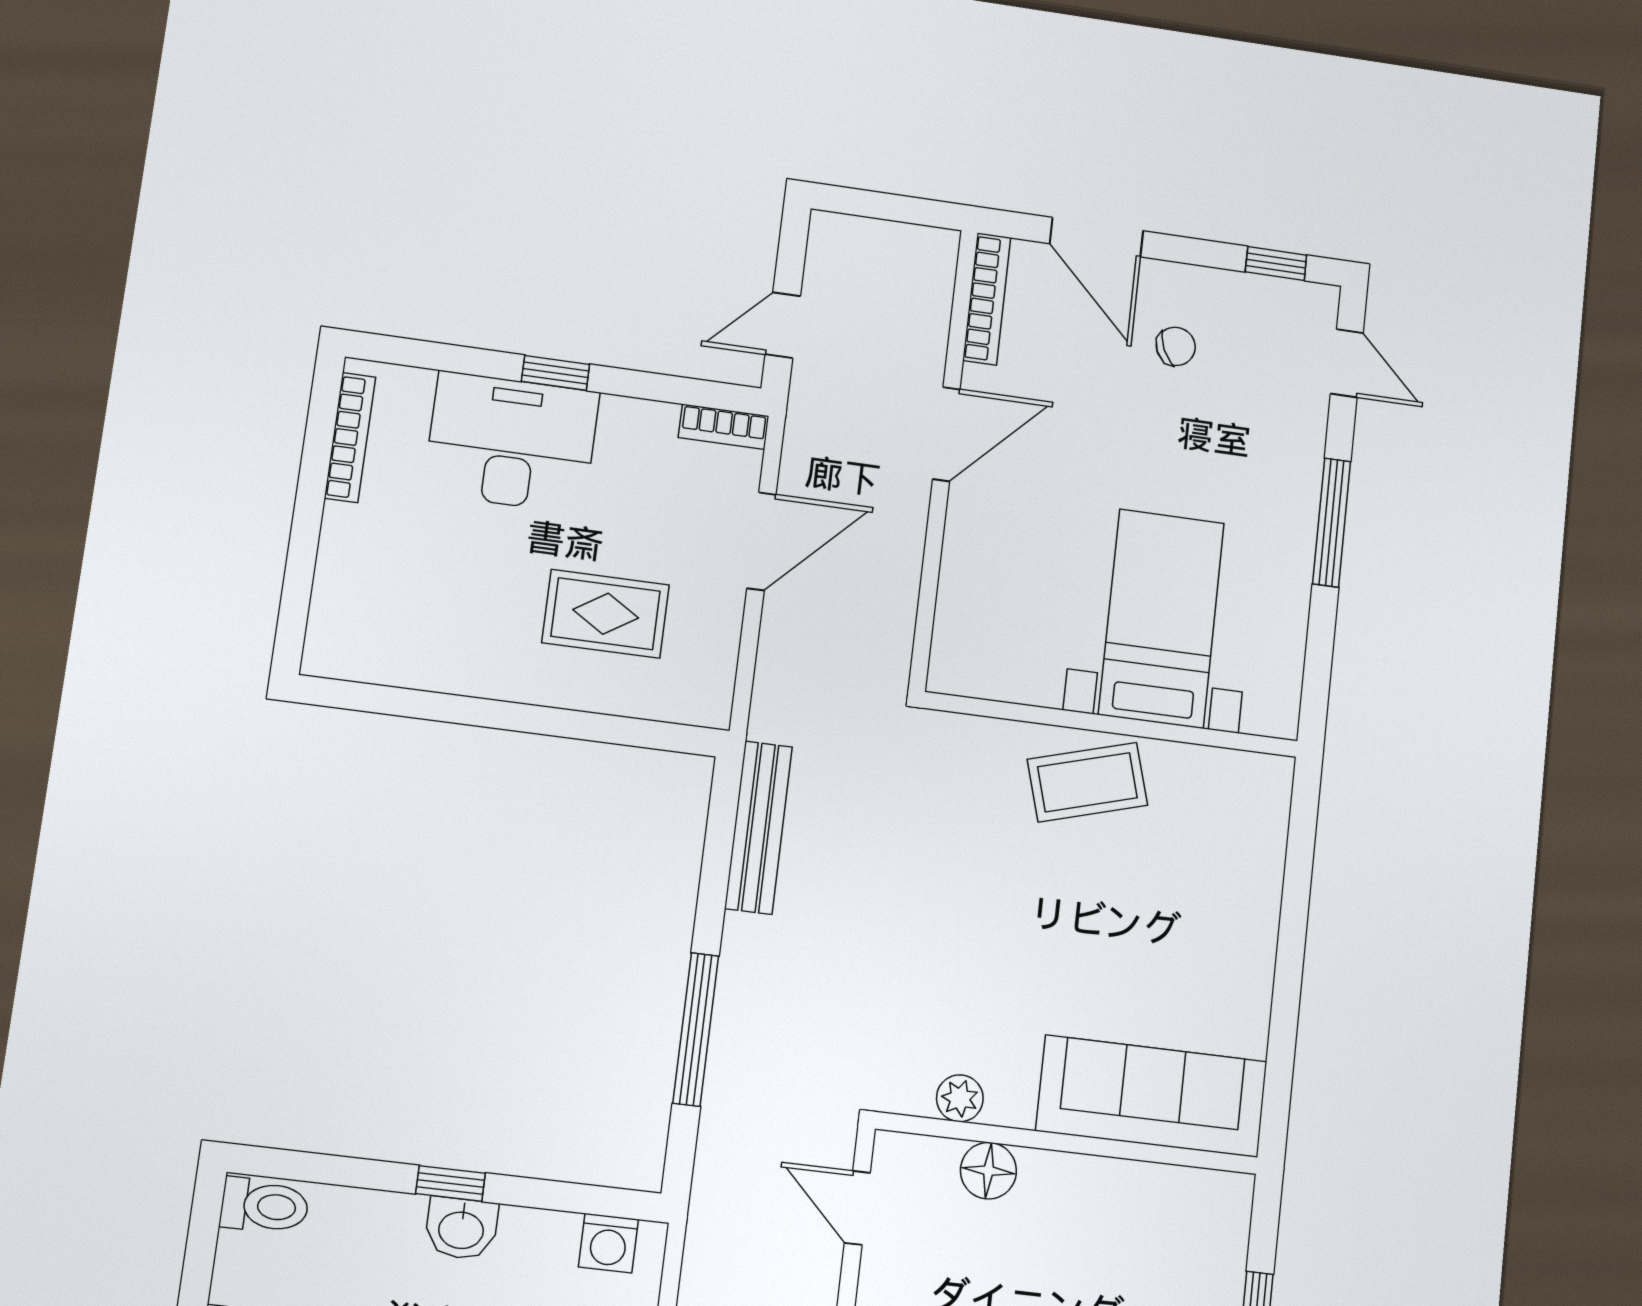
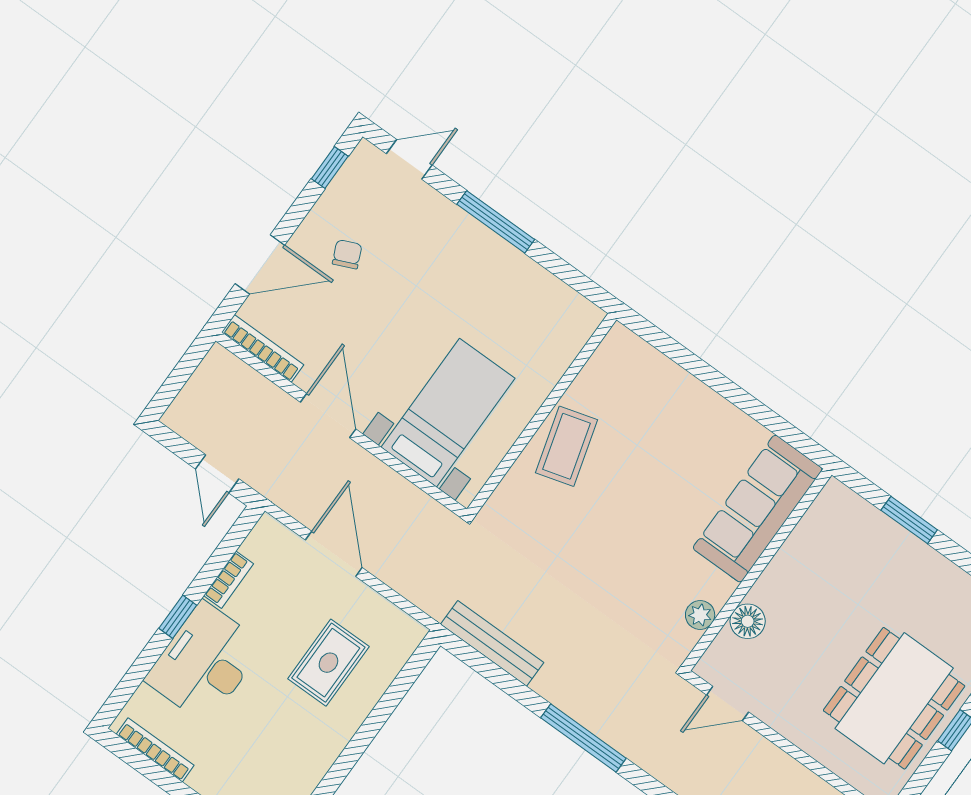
bookcase: (724, 427) -> (229, 580), moved
bed with nightstands: (1161, 618) -> (448, 413), moved, turned 90

